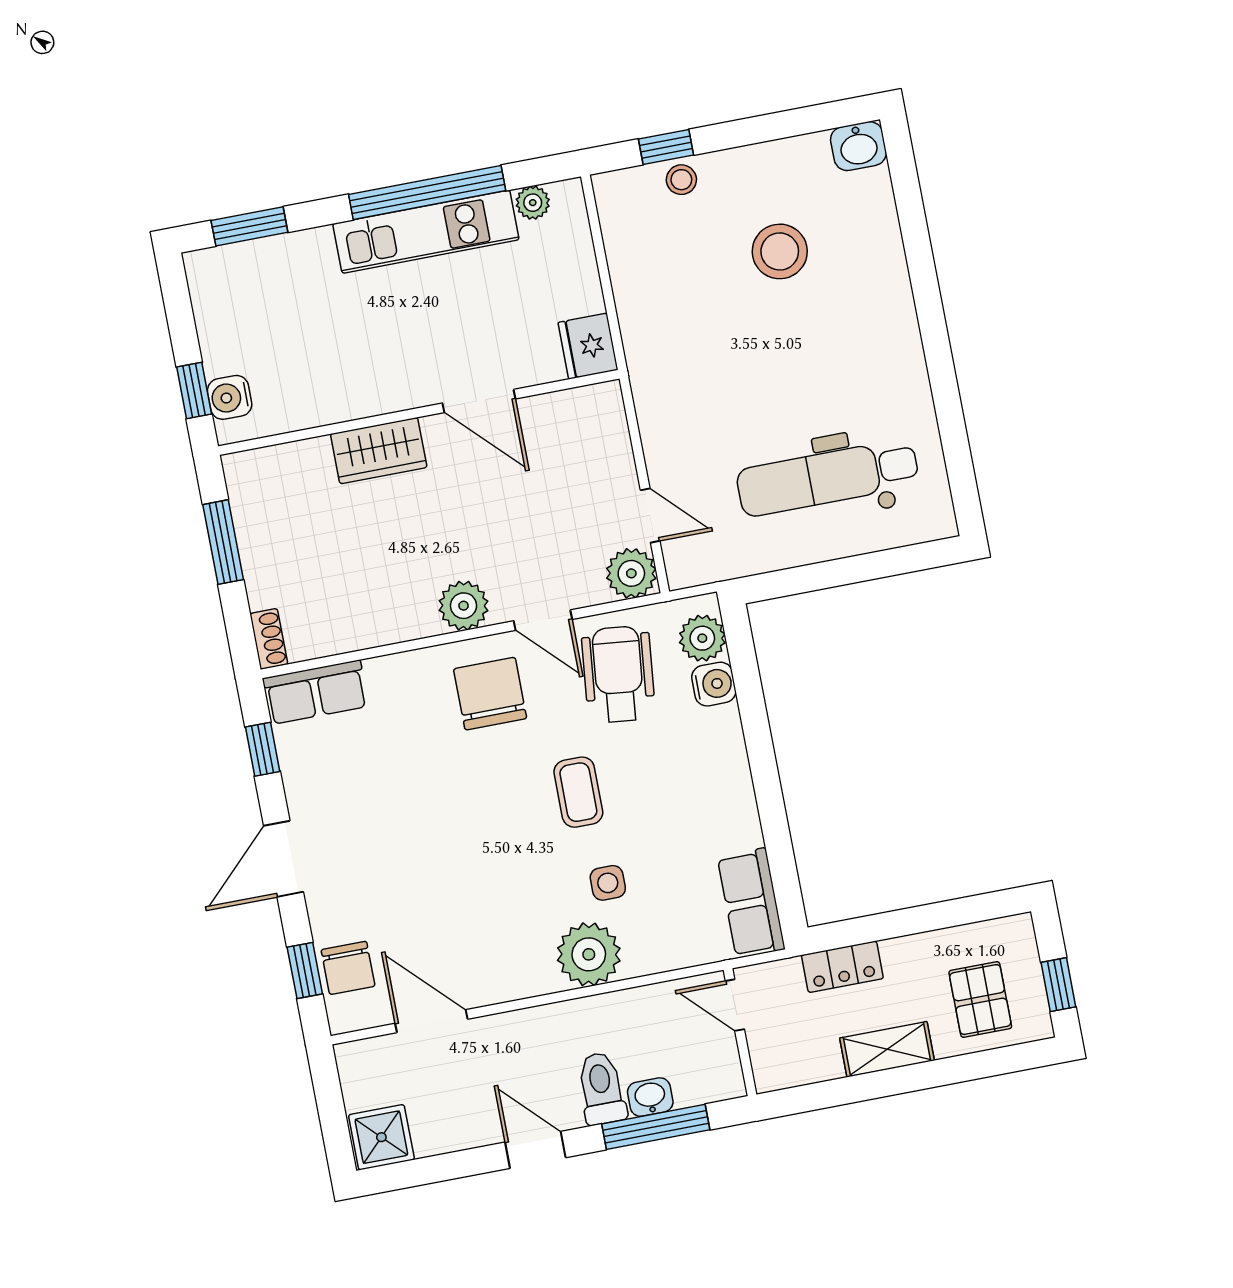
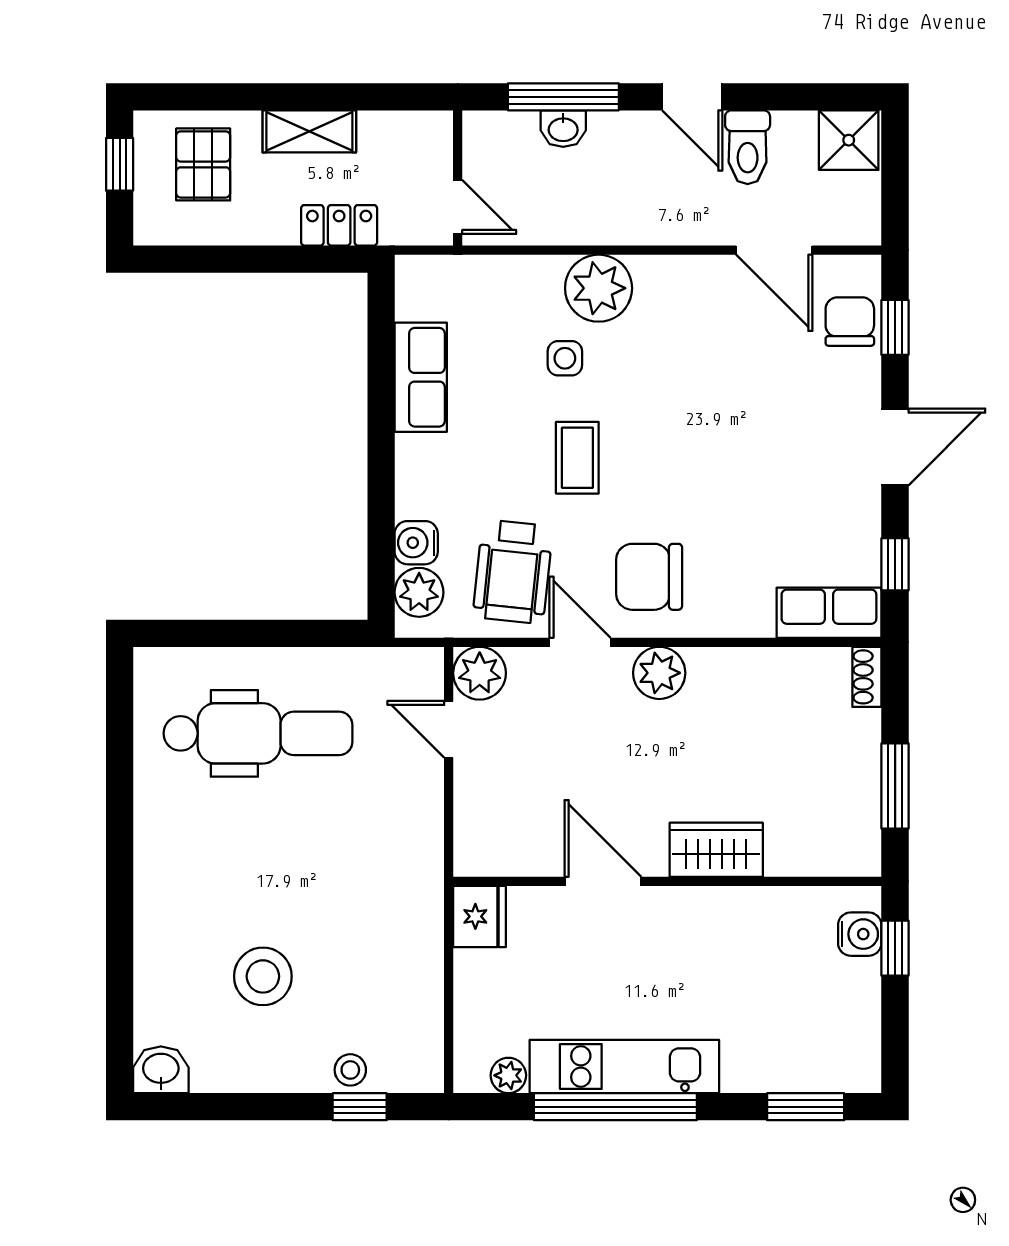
chair: (490, 694) -> (649, 577), turned 90
row of seats: (751, 903) -> (421, 377), moved
toilet: (601, 1088) -> (748, 147), moved

